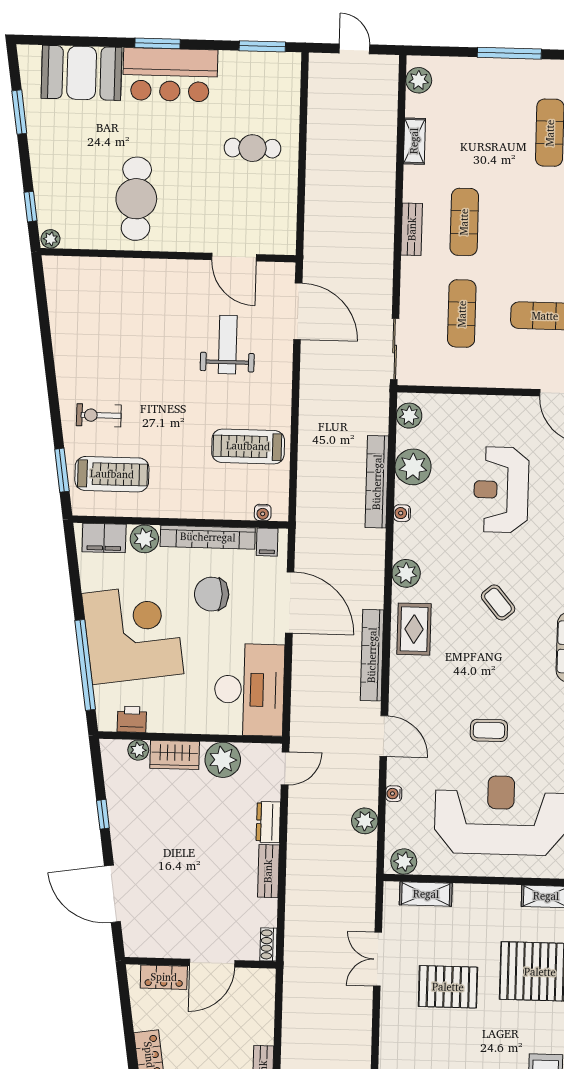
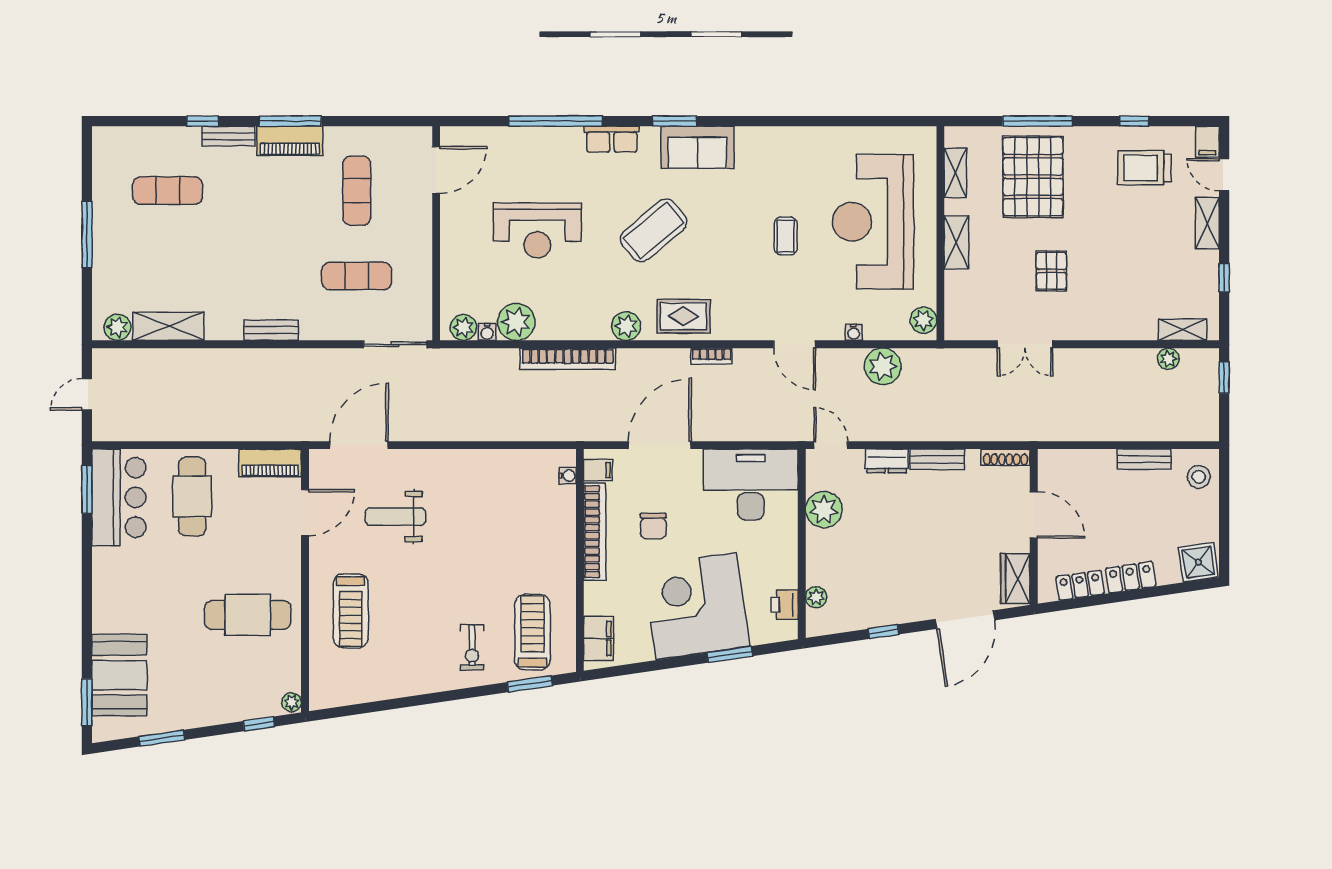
window: (158, 43) -> (87, 702), moved
bar counter: (170, 75) -> (119, 497), moved
shelving: (414, 141) -> (168, 326), width x1.50, depth x1.33
cafe table: (252, 148) -> (192, 497), width x1.37, depth x1.35
exercise mat: (464, 222) -> (262, 276), removed
piano: (283, 225) -> (270, 463), added
treadmill: (248, 446) -> (351, 611), moved
bookcase: (377, 482) -> (568, 359), moved
water cooler: (402, 513) -> (487, 332), moved
plant: (144, 539) -> (598, 597), removed
chair: (212, 594) -> (653, 526), width x0.73, depth x0.73
coffee table: (498, 603) -> (654, 230), width x1.86, depth x1.72
bookcase: (372, 655) -> (712, 356), width x0.43, depth x0.76
window: (85, 665) -> (730, 654), width x0.47
door: (384, 736) -> (795, 344), swing flipped
wardrobe: (175, 755) -> (1015, 578), moved, turned 180
plant: (365, 821) -> (883, 366), width x1.36, depth x1.36
shelving: (426, 894) -> (956, 242), moved
shoe rack: (268, 944) -> (1006, 457), width x1.43
locker: (164, 977) -> (1080, 585), moved, turned -98
pallet: (448, 987) -> (1051, 271), width x0.67, depth x0.71

